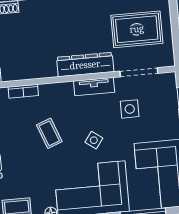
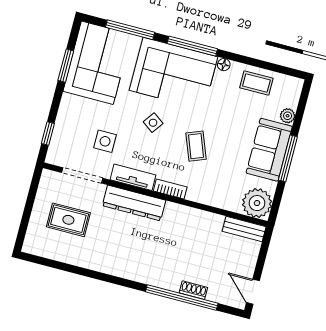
rug: (137, 29) -> (68, 220), width x0.73, depth x0.70
bookcase: (23, 91) -> (170, 189), moved

